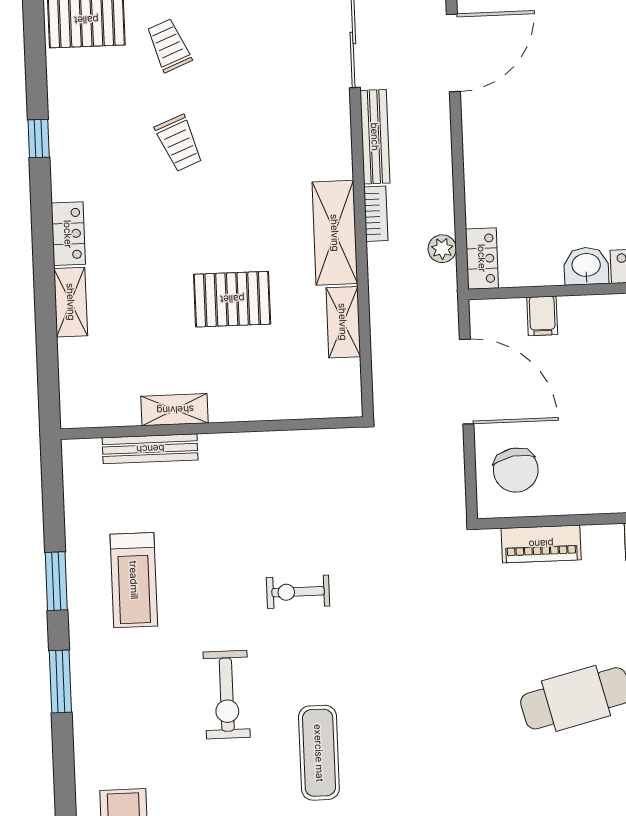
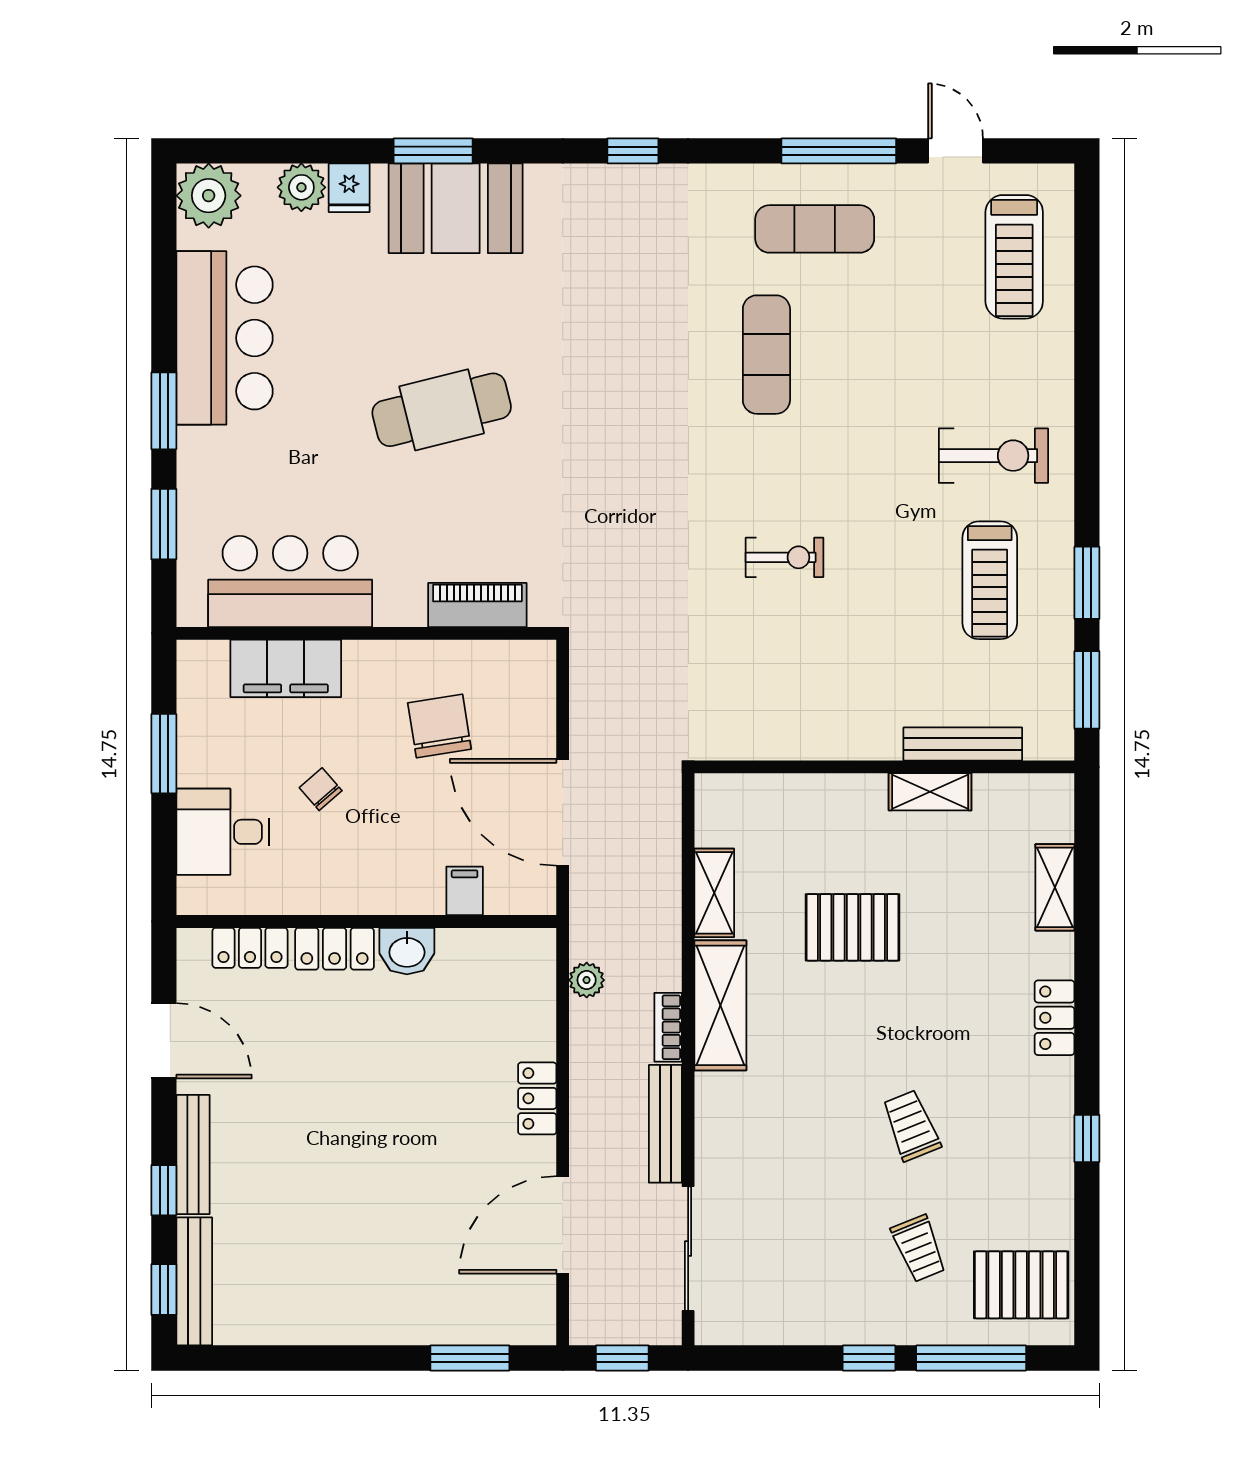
locker: (482, 258) -> (537, 1098), moved
shelving: (71, 302) -> (1055, 887), moved
chair: (516, 470) -> (439, 726), moved
treadmill: (134, 580) -> (990, 580), turned 180
window: (60, 681) -> (1087, 690), moved
exercise bike: (227, 695) -> (993, 456), moved, turned 90

